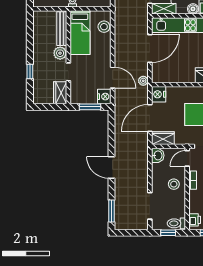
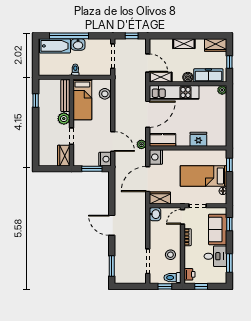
window: (30, 72) -> (36, 101), moved
kitchen counter: (166, 76) -> (162, 140), added
stool: (174, 184) -> (170, 255), moved

